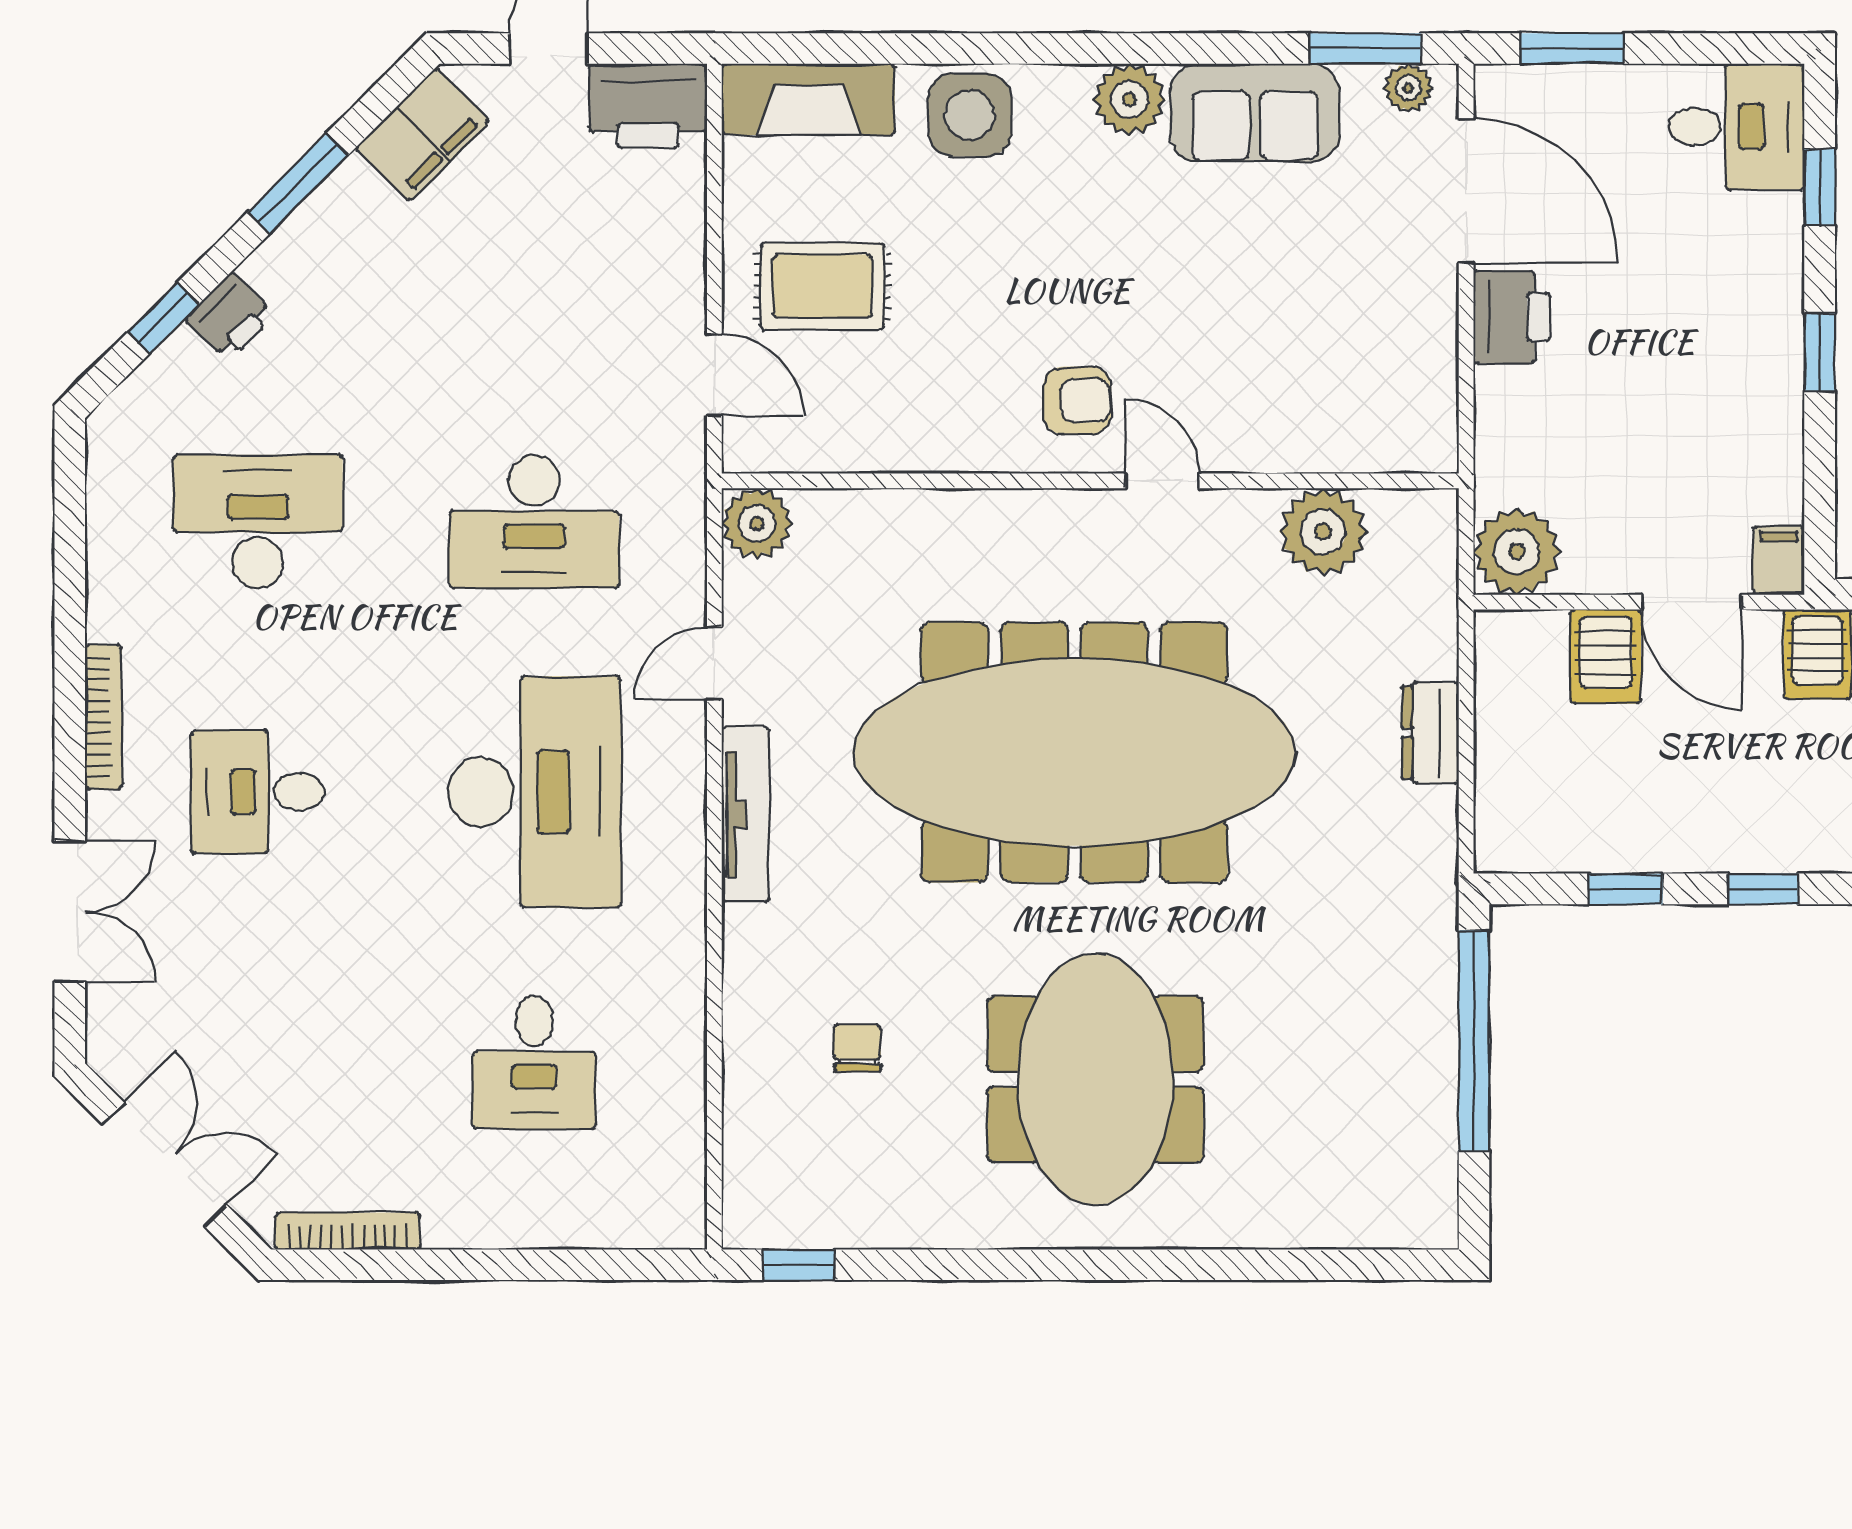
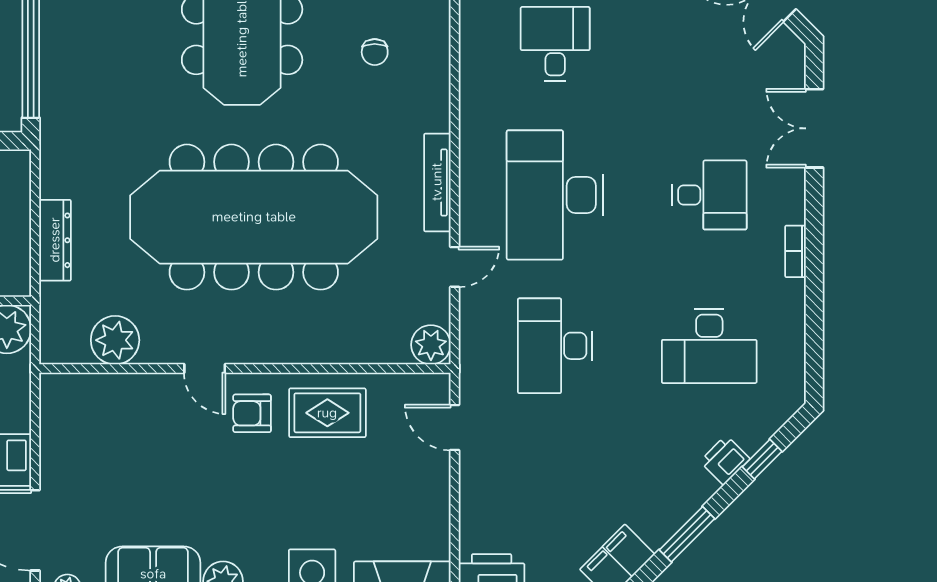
rug: (822, 286) -> (327, 413), moved
desk: (534, 522) -> (555, 346), turned -90
bookcase: (103, 717) -> (795, 251), width x0.64
dresser: (1430, 733) -> (55, 240), width x1.44

